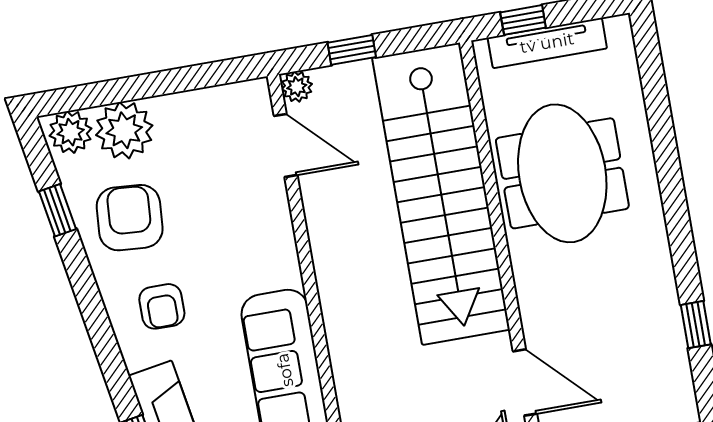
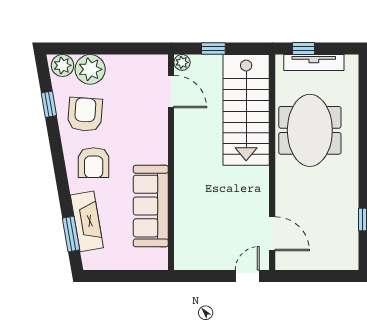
stairs: (441, 194) -> (246, 110), width x0.73
armchair: (162, 306) -> (94, 163), width x1.38, depth x1.38

